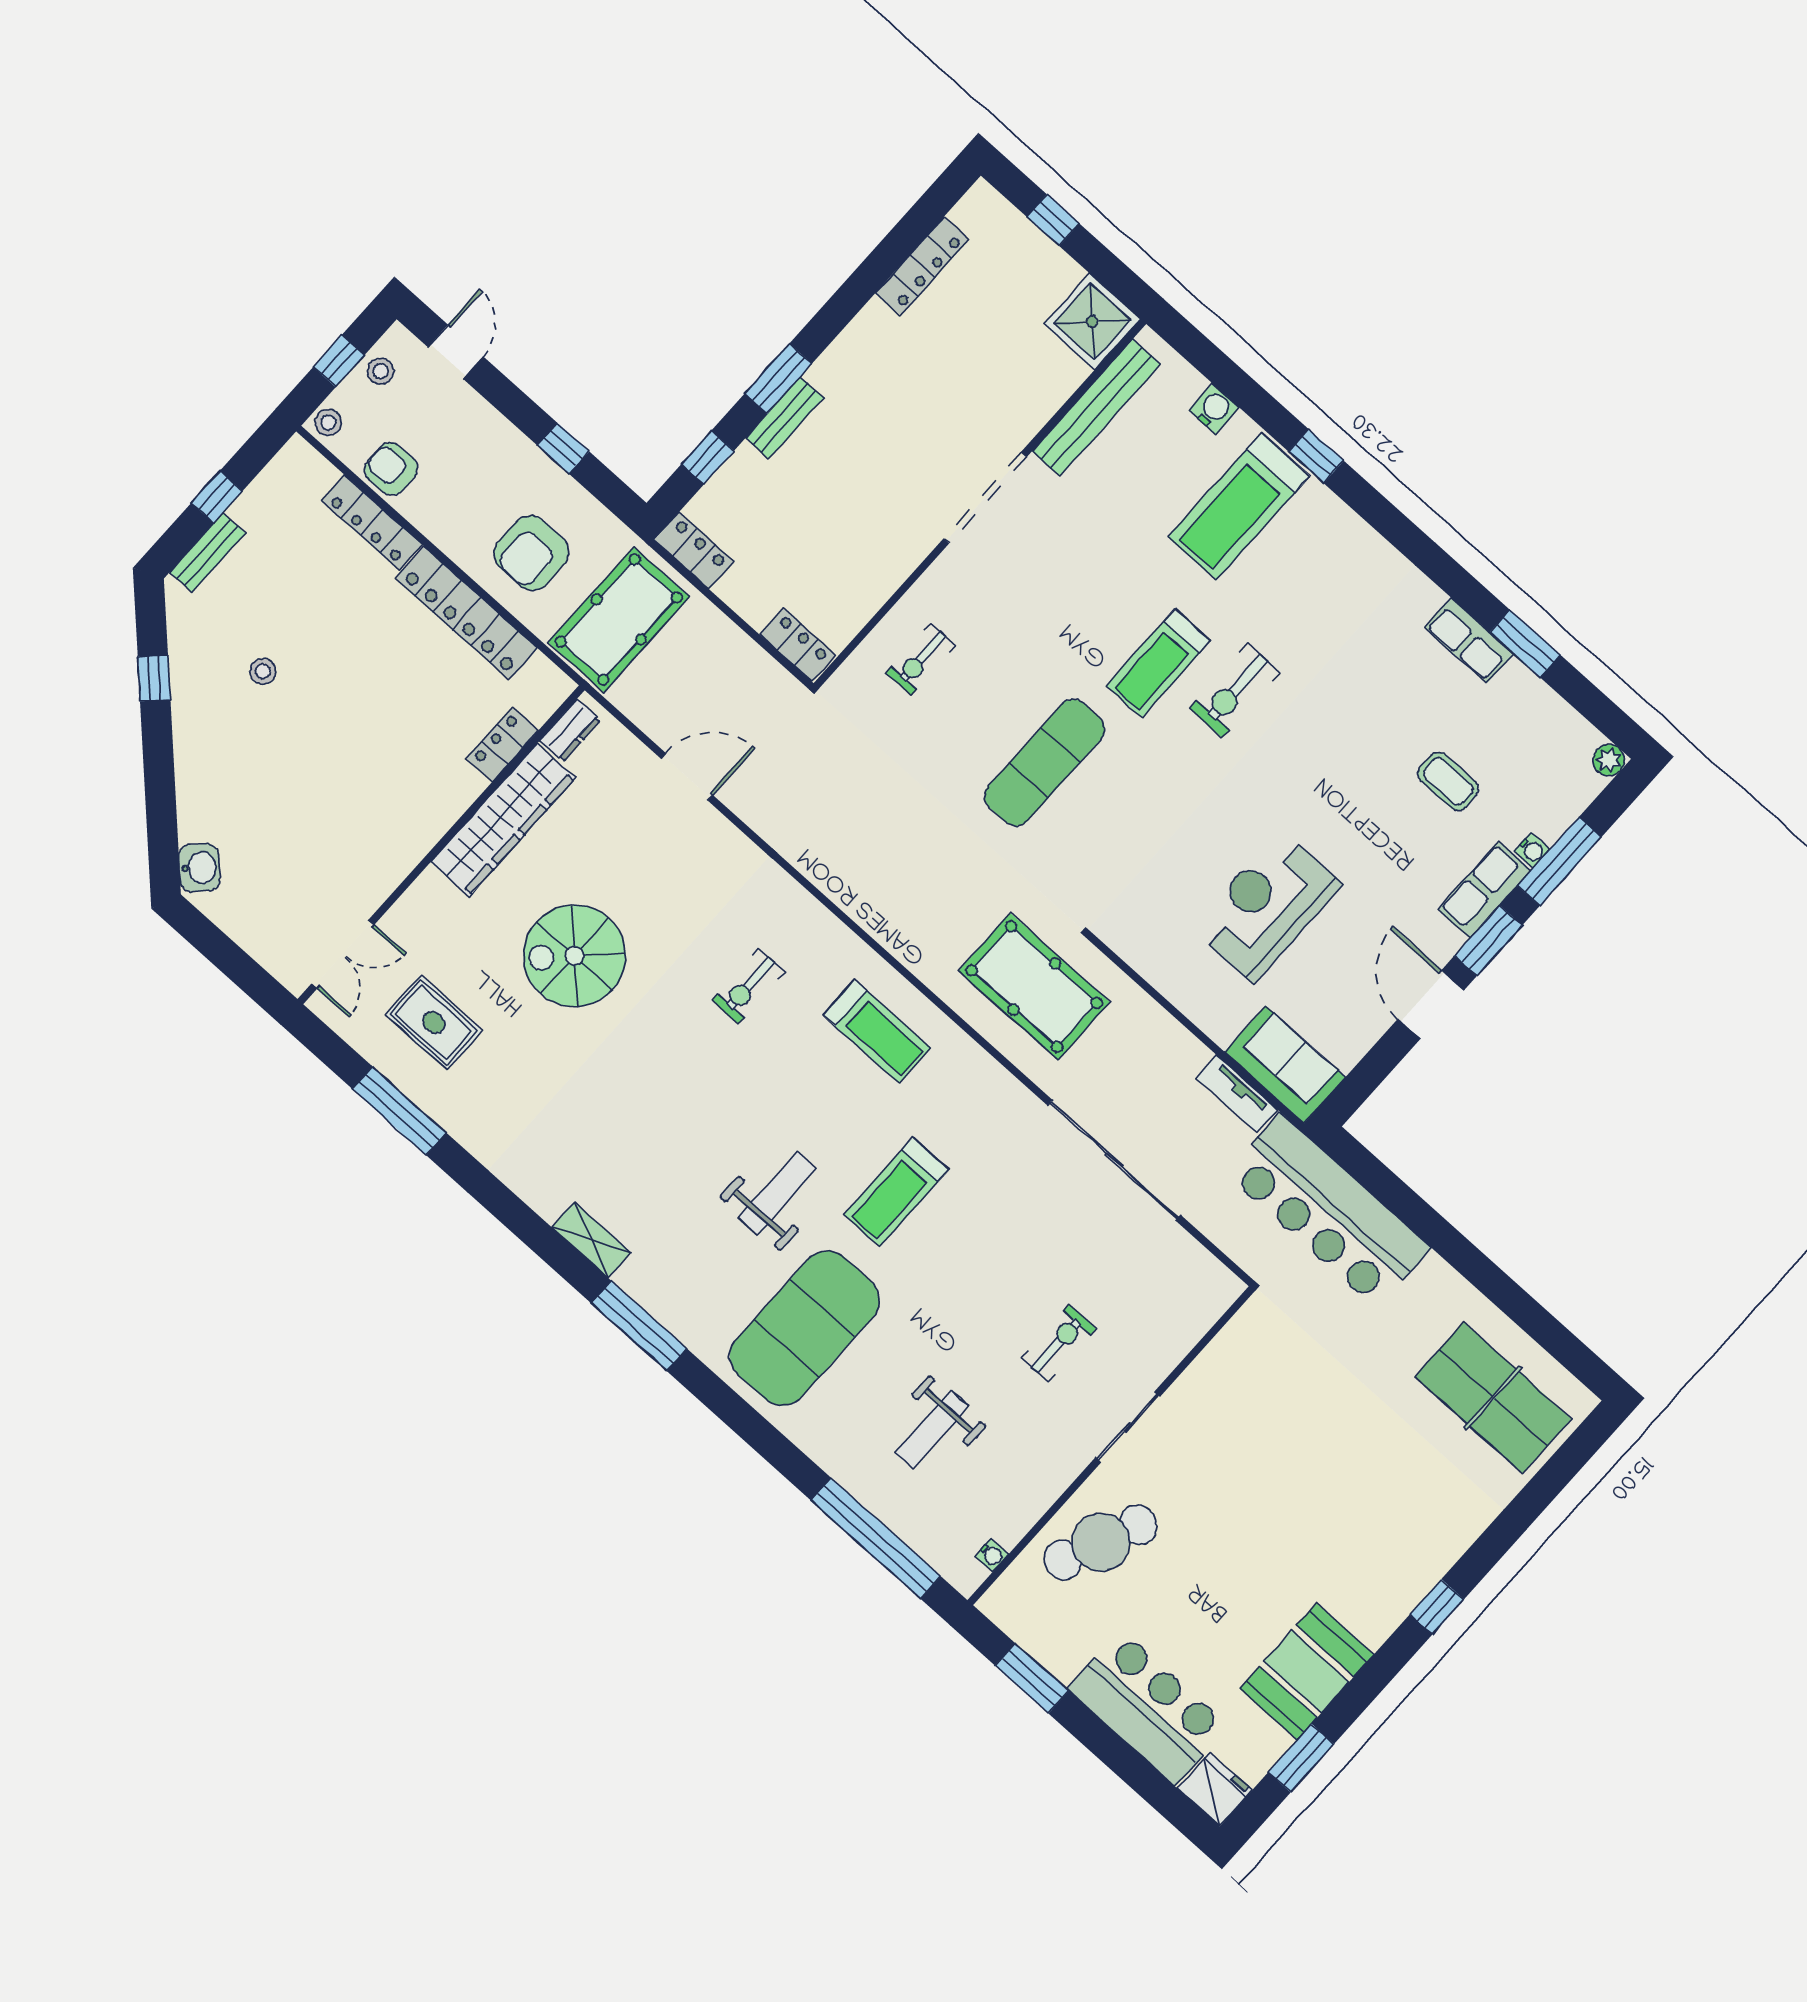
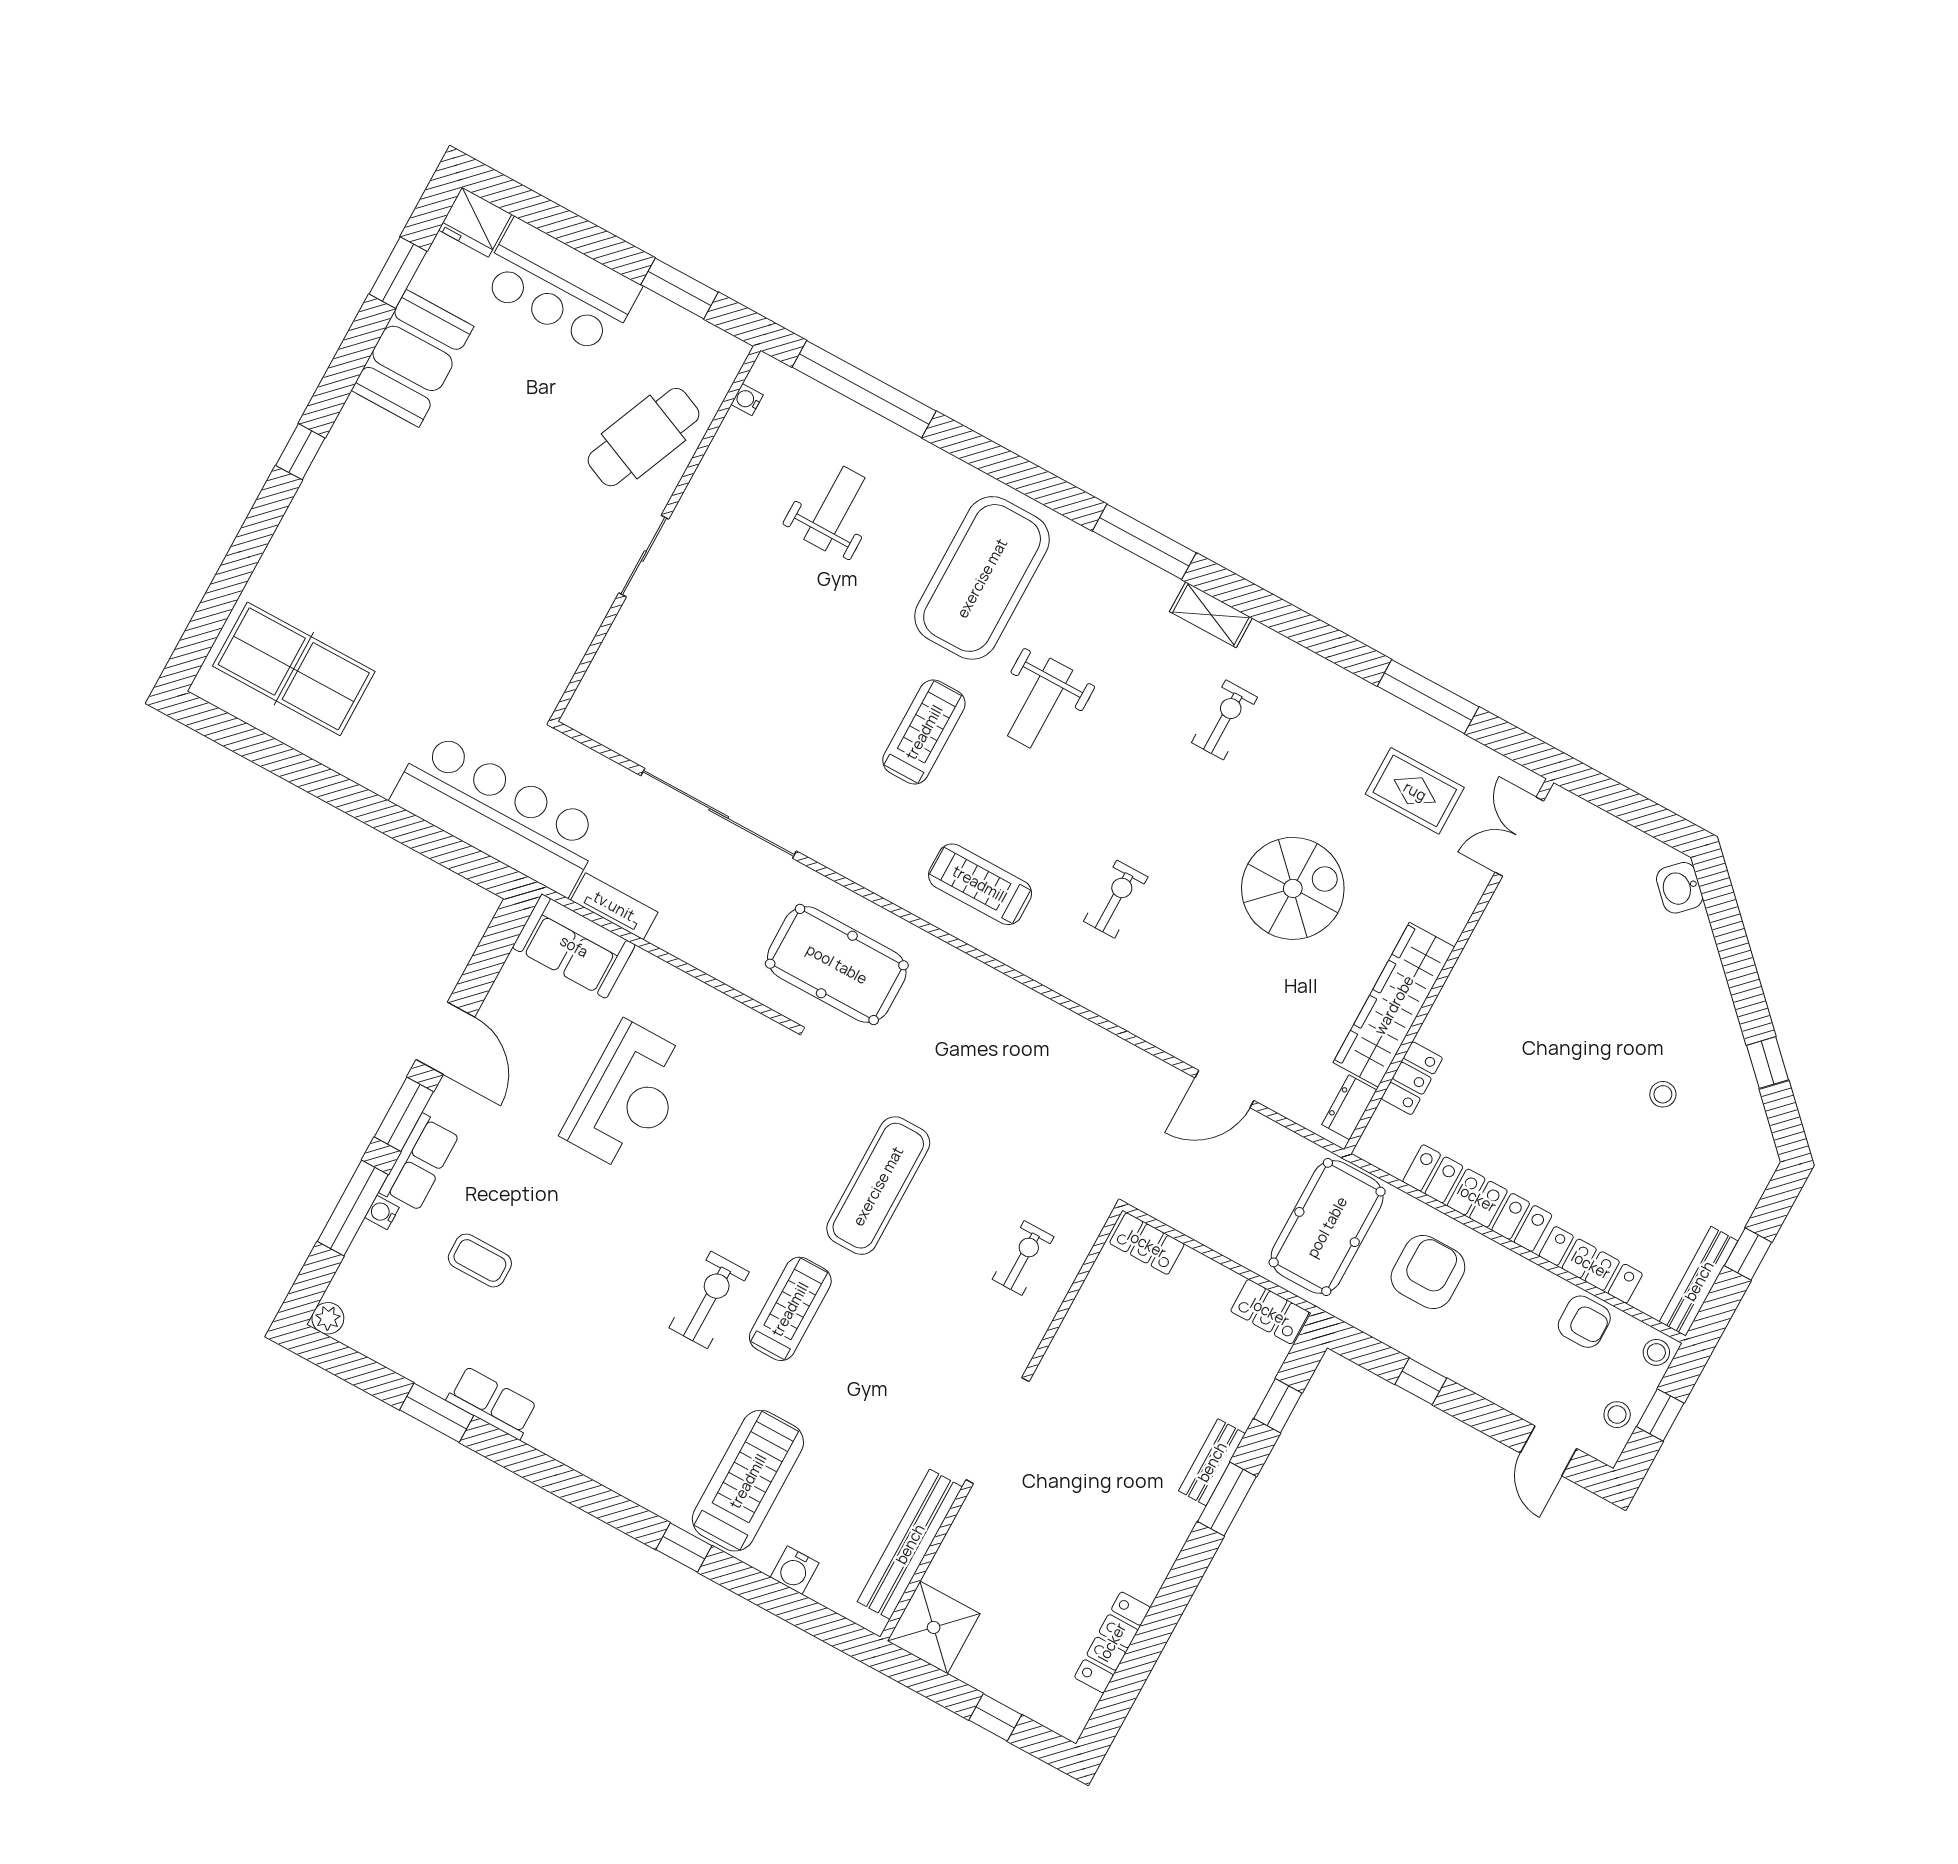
bench: (207, 553) -> (1699, 1281), moved, width x1.36
exercise bike: (1059, 1343) -> (1225, 720), moved, turned 180

